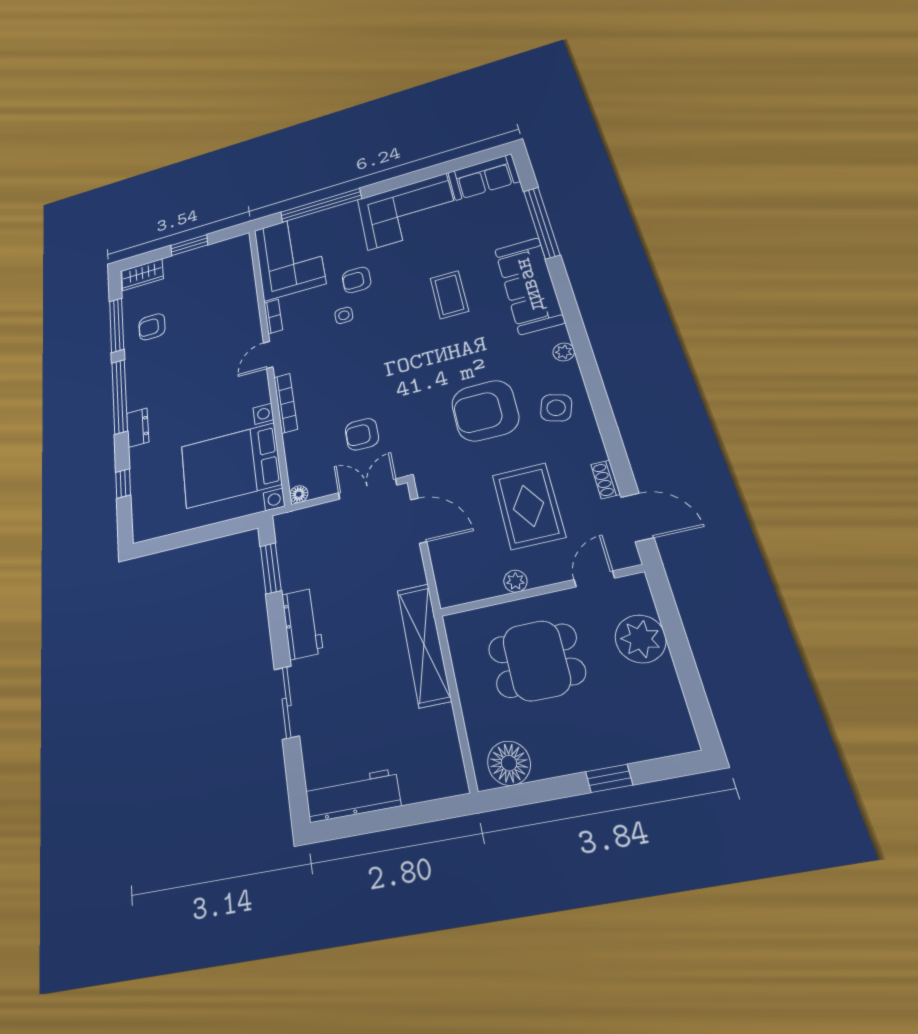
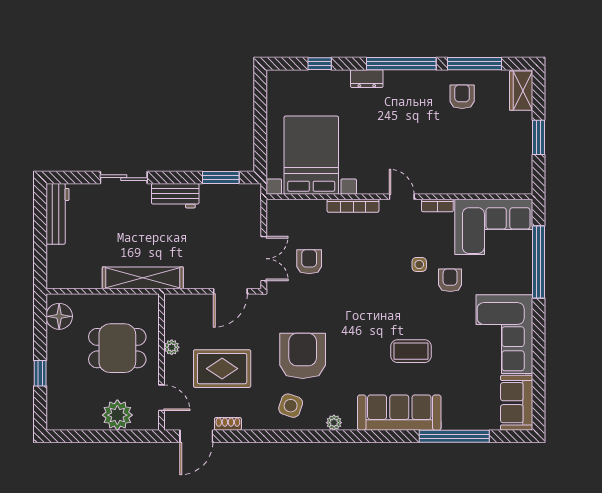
floor lamp: (299, 494) -> (273, 206), removed
dining table: (536, 660) -> (117, 348), turned 90

